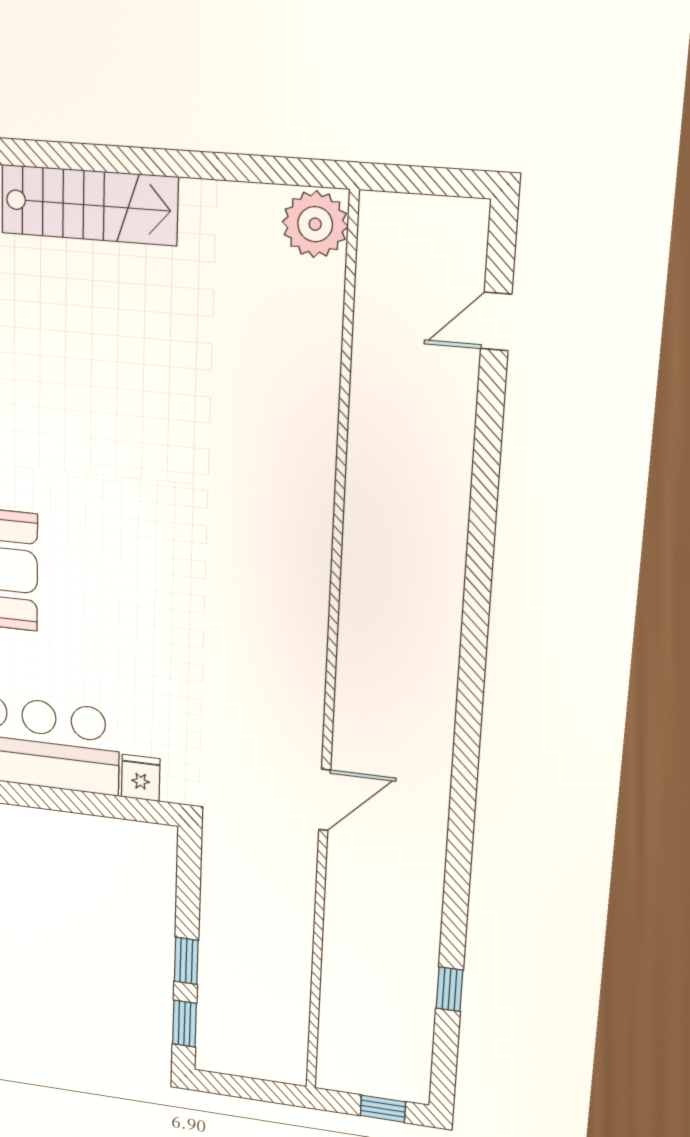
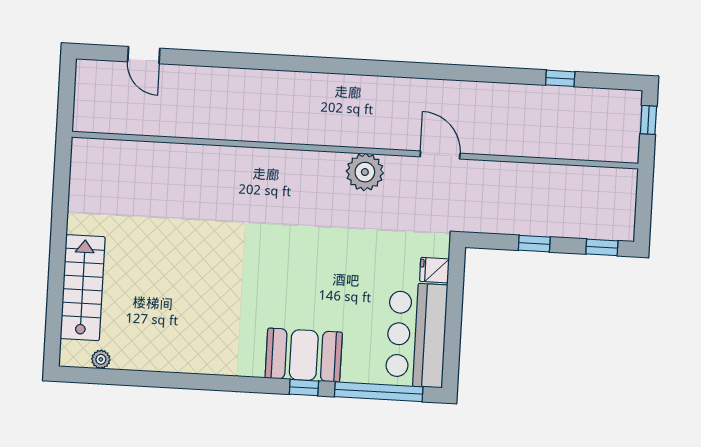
plant: (315, 224) -> (365, 172), moved
window: (186, 961) -> (534, 244), moved

